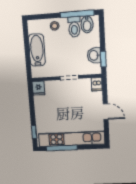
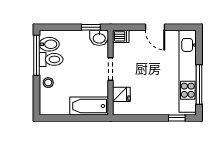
bathtub: (37, 50) -> (89, 106), moved
washbasin: (94, 55) -> (99, 38), moved
fridge: (38, 88) -> (121, 94), moved
door: (106, 112) -> (155, 27), swing flipped

